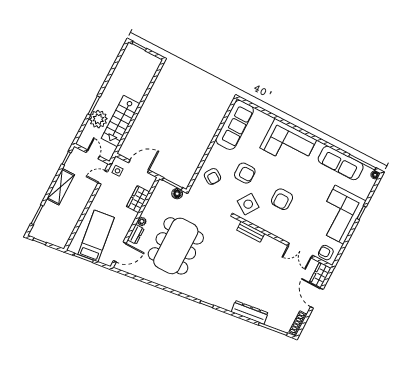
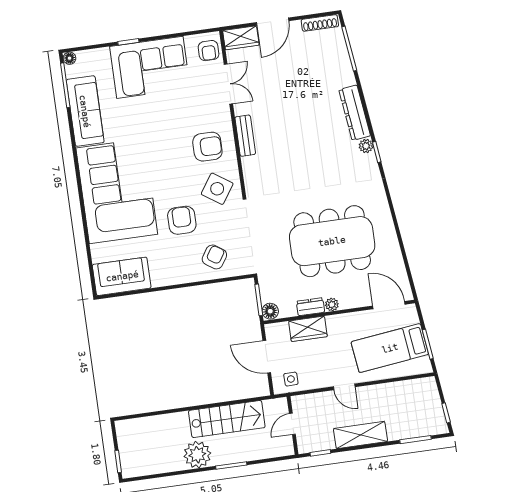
plant: (98, 119) -> (197, 455), moved
sofa: (235, 125) -> (122, 276), width x0.73
corner sofa: (288, 144) -> (117, 191), width x1.36, depth x1.36
door: (103, 177) -> (344, 387), moved
floor lamp: (177, 194) -> (270, 311), moved
armchair: (282, 199) -> (207, 147), moved
bench: (251, 232) -> (245, 136), moved
dresser: (136, 234) -> (310, 307), moved
plant: (214, 301) -> (366, 146), added
dresser: (250, 312) -> (355, 113), moved

